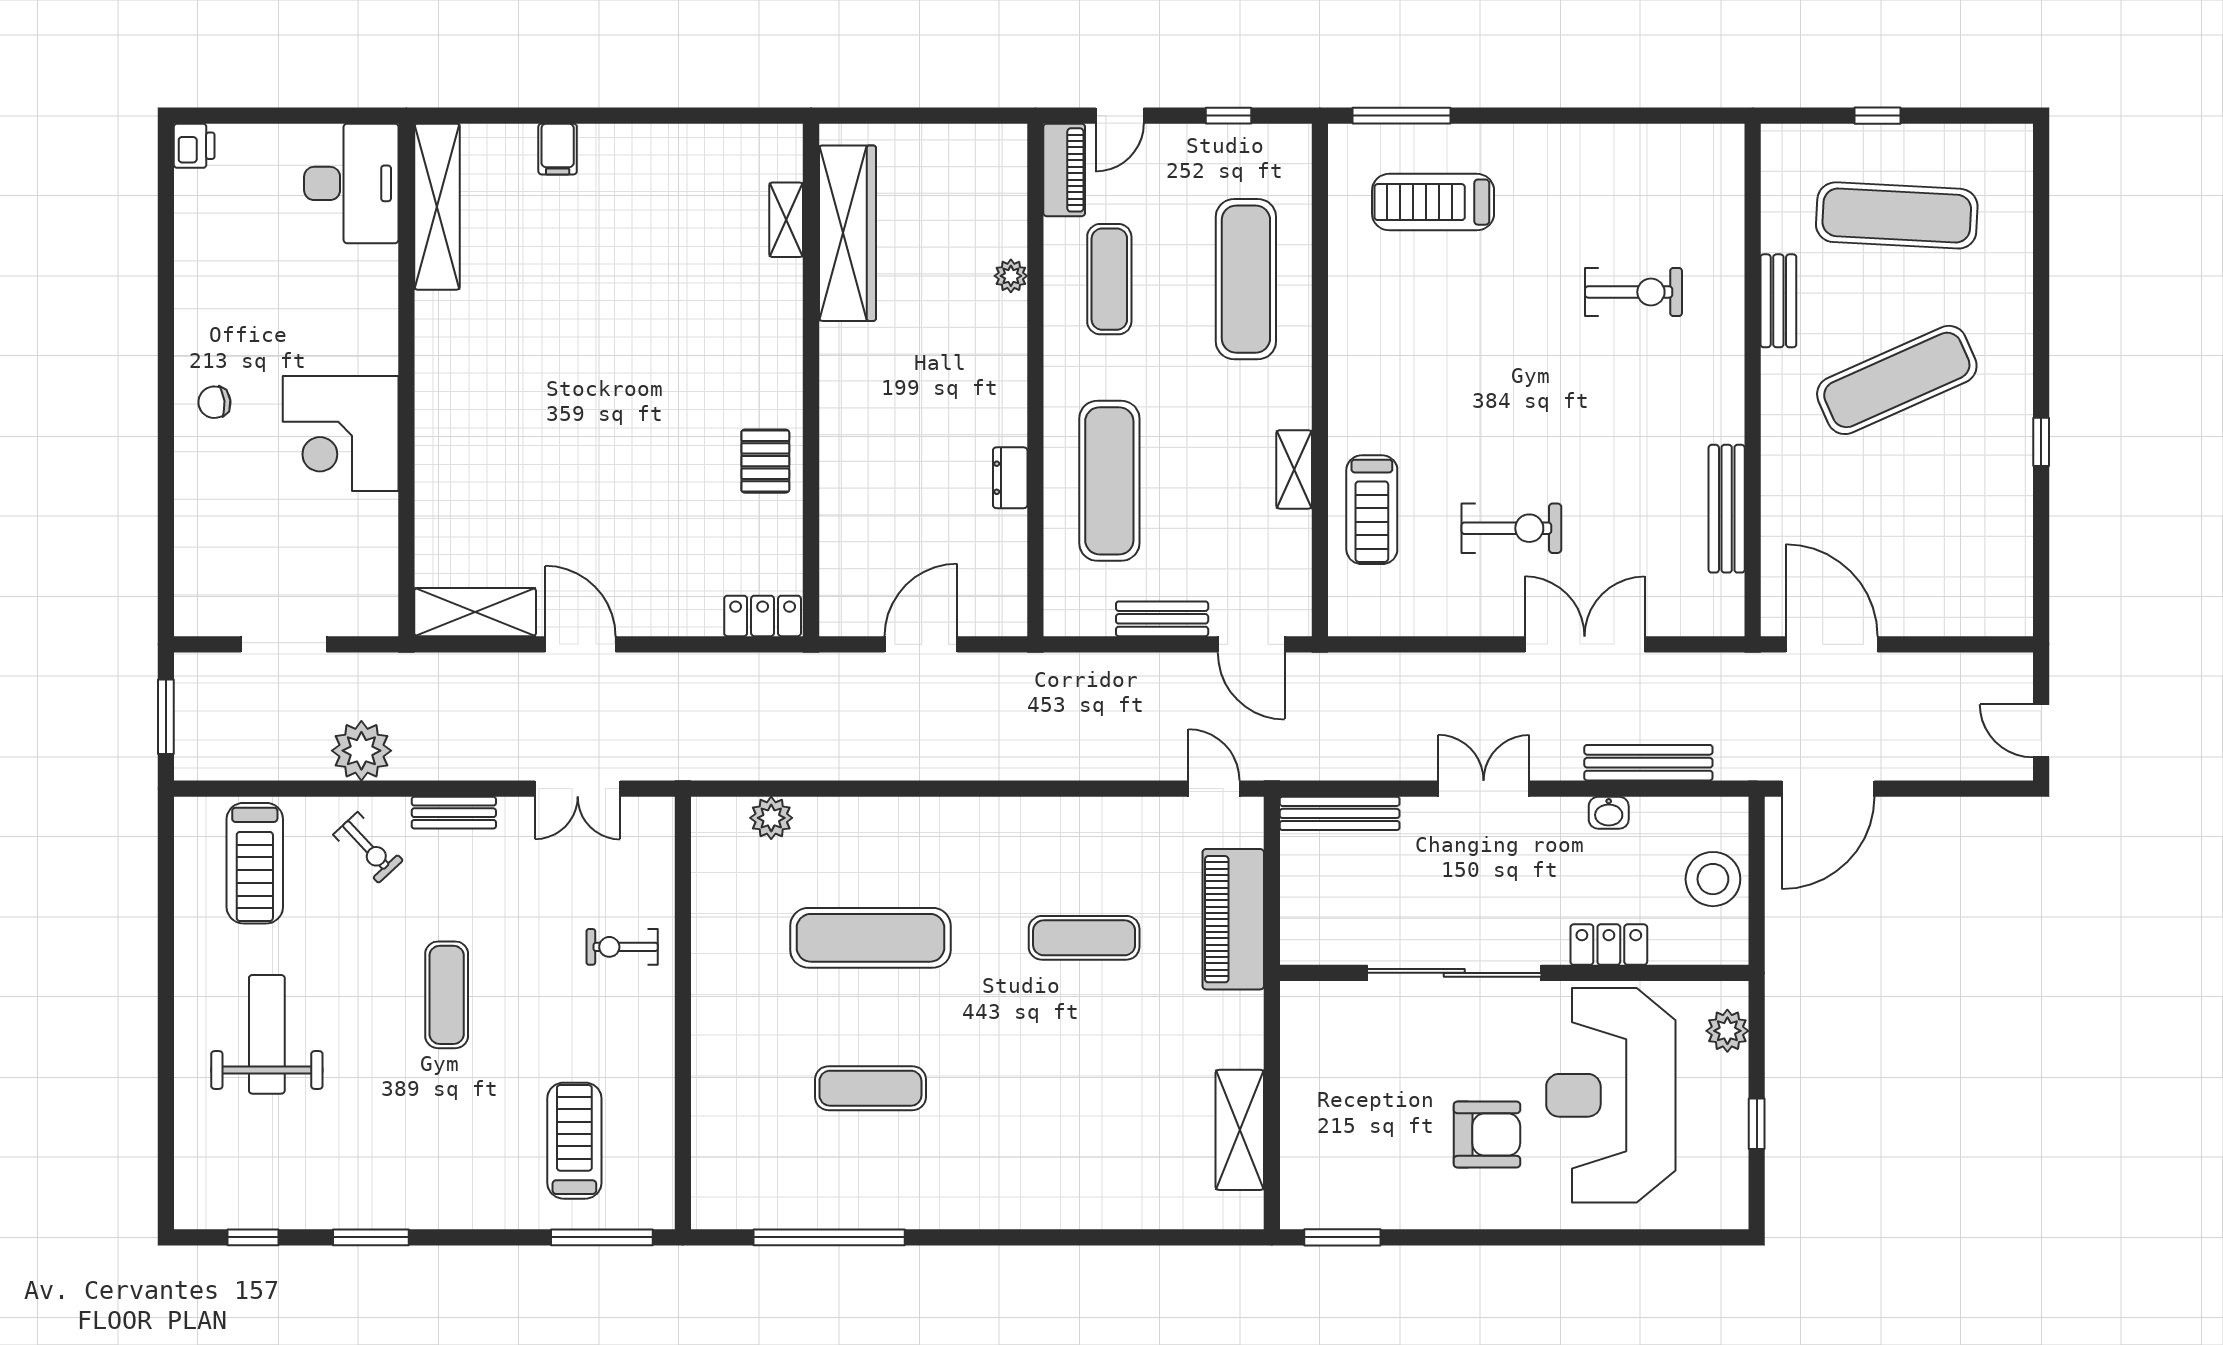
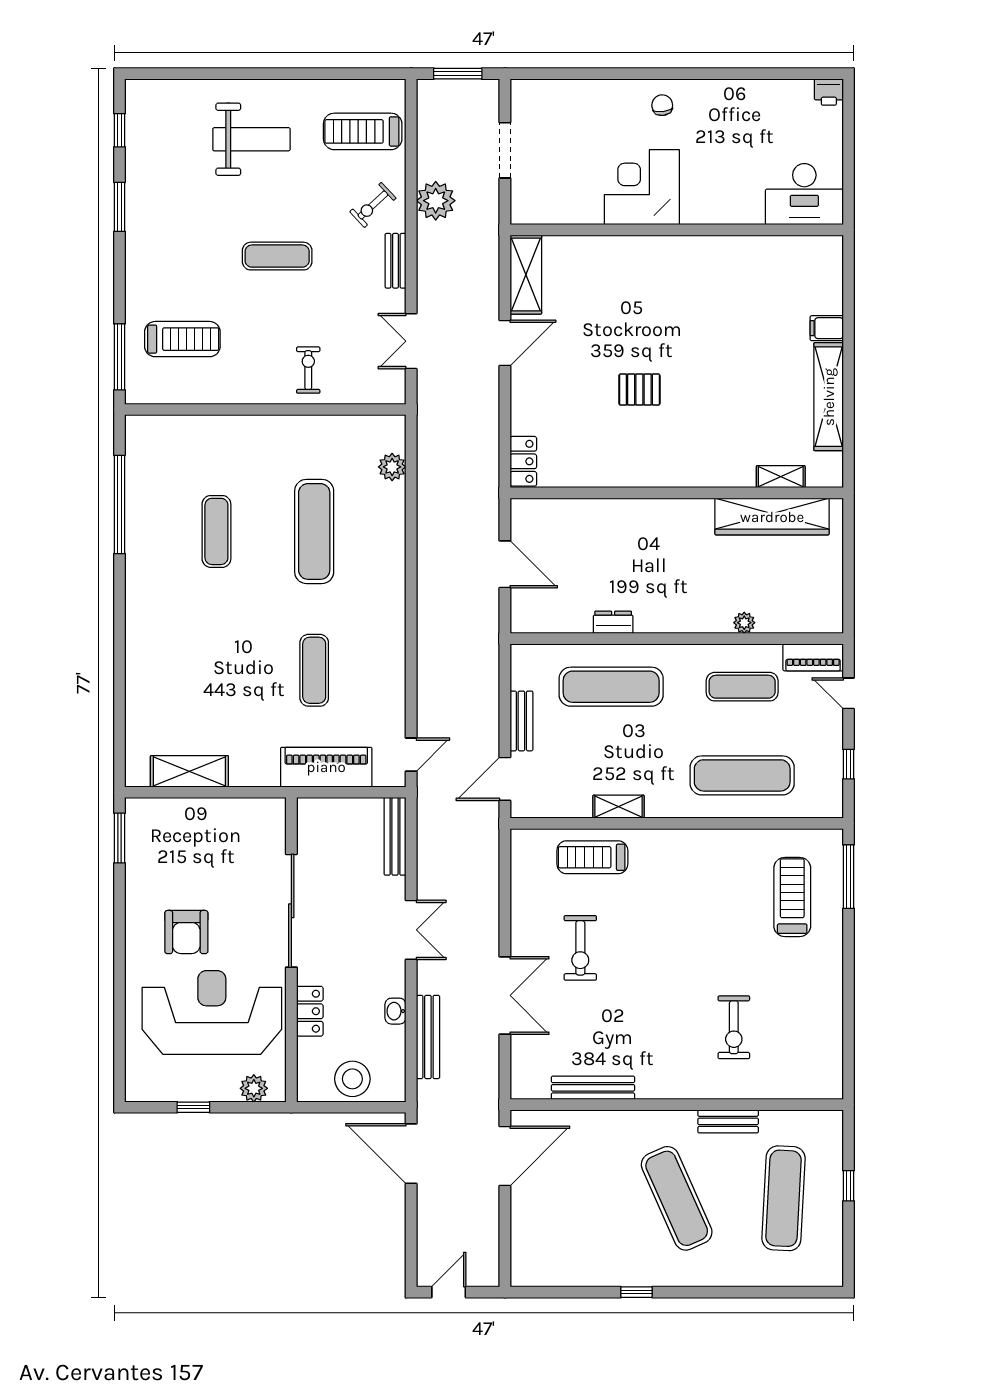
shelving: (437, 207) -> (829, 397), moved, turned 90
pallet: (765, 461) -> (639, 390), moved

